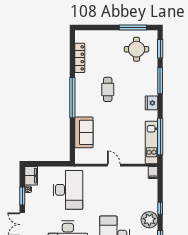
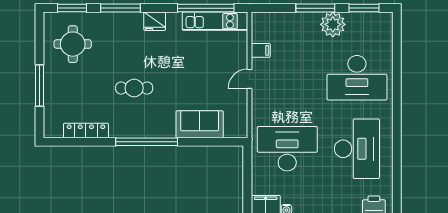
window: (133, 27) -> (40, 85), moved
filing cabinet: (153, 172) -> (261, 50), moved
window: (160, 208) -> (315, 8), width x2.17

